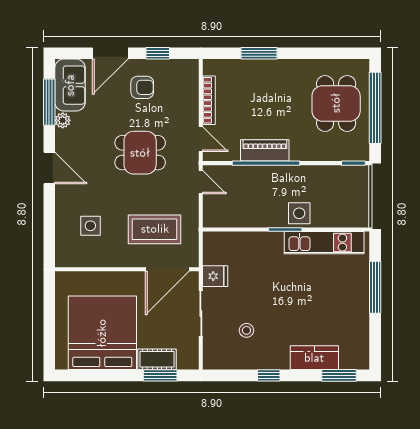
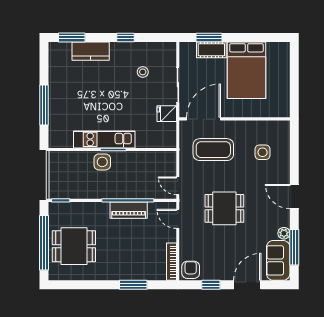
armchair: (142, 87) -> (191, 270), moved, turned 90
bookcase: (209, 100) -> (172, 262), moved
dining table: (336, 103) -> (74, 246), turned 90
kitchen unit: (324, 243) -> (104, 139), moved
bed: (102, 333) -> (246, 70), width x0.73

